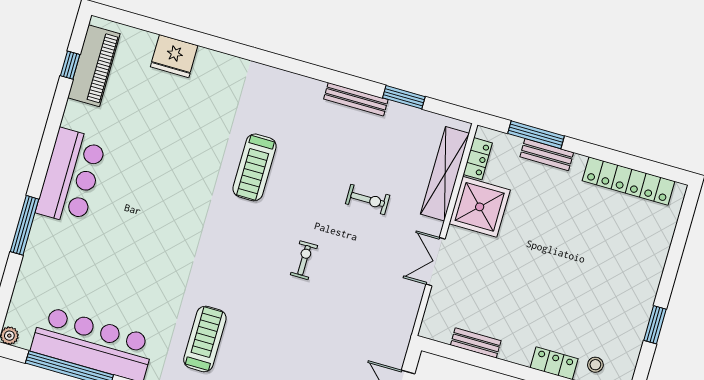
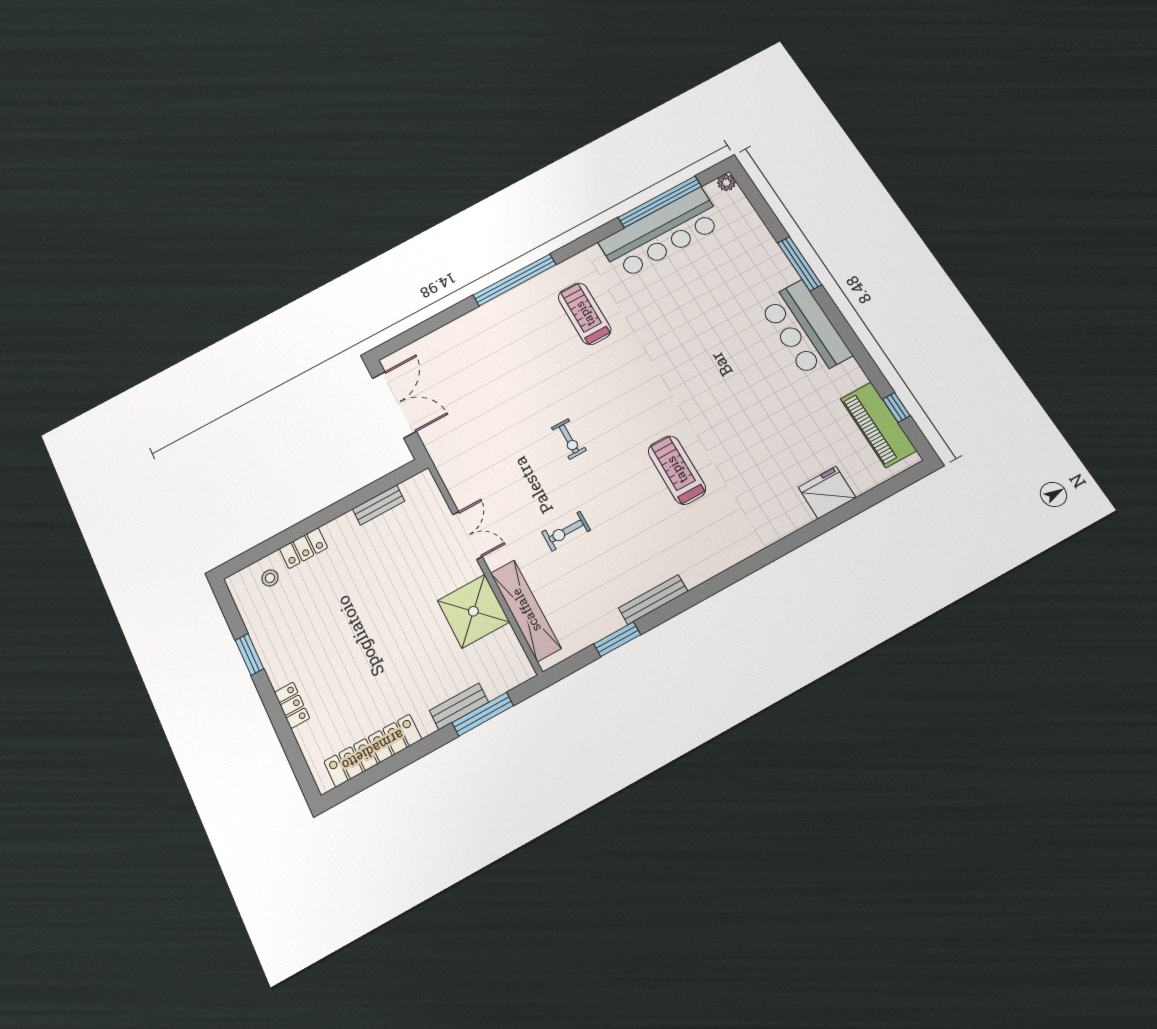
locker: (478, 159) -> (292, 705), moved, turned 180
treadmill: (205, 339) -> (585, 314), turned 180

